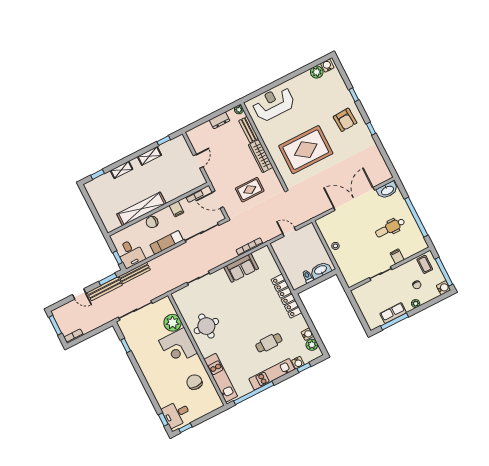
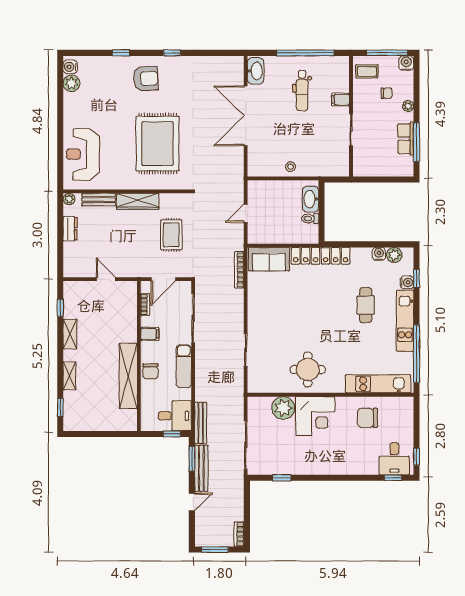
sofa: (241, 268) -> (269, 259), moved, turned 90

